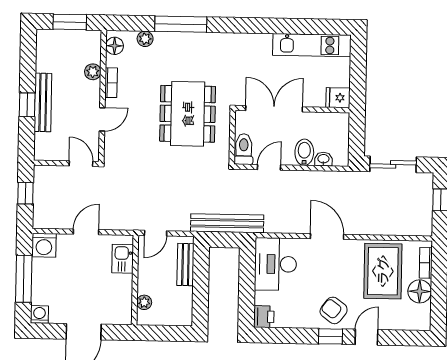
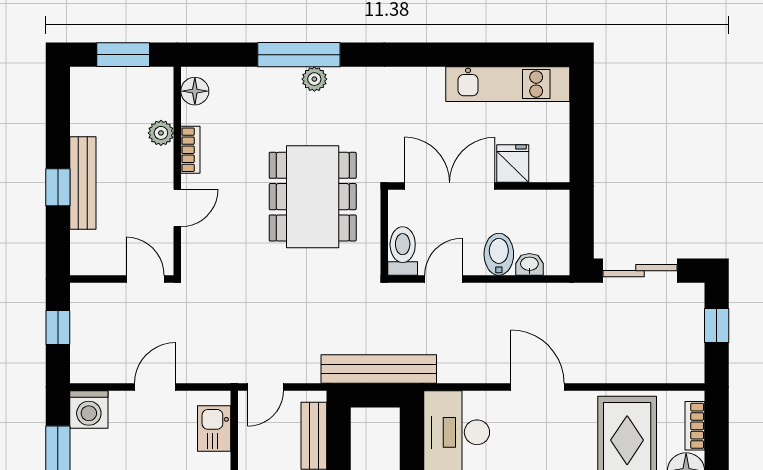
plant: (145, 39) -> (314, 79), moved
fridge: (338, 98) -> (513, 163), moved, turned 90

